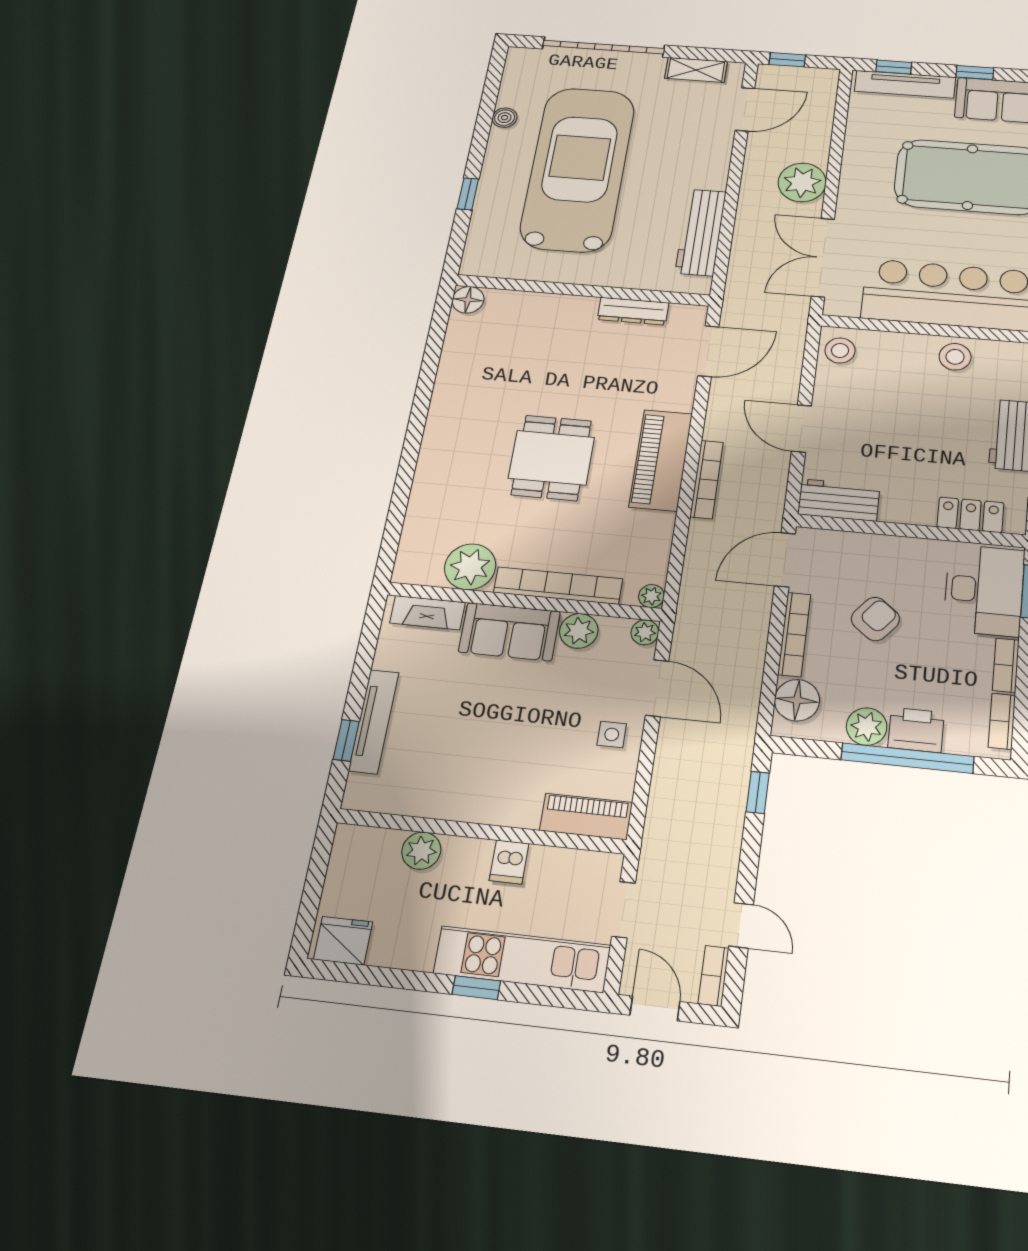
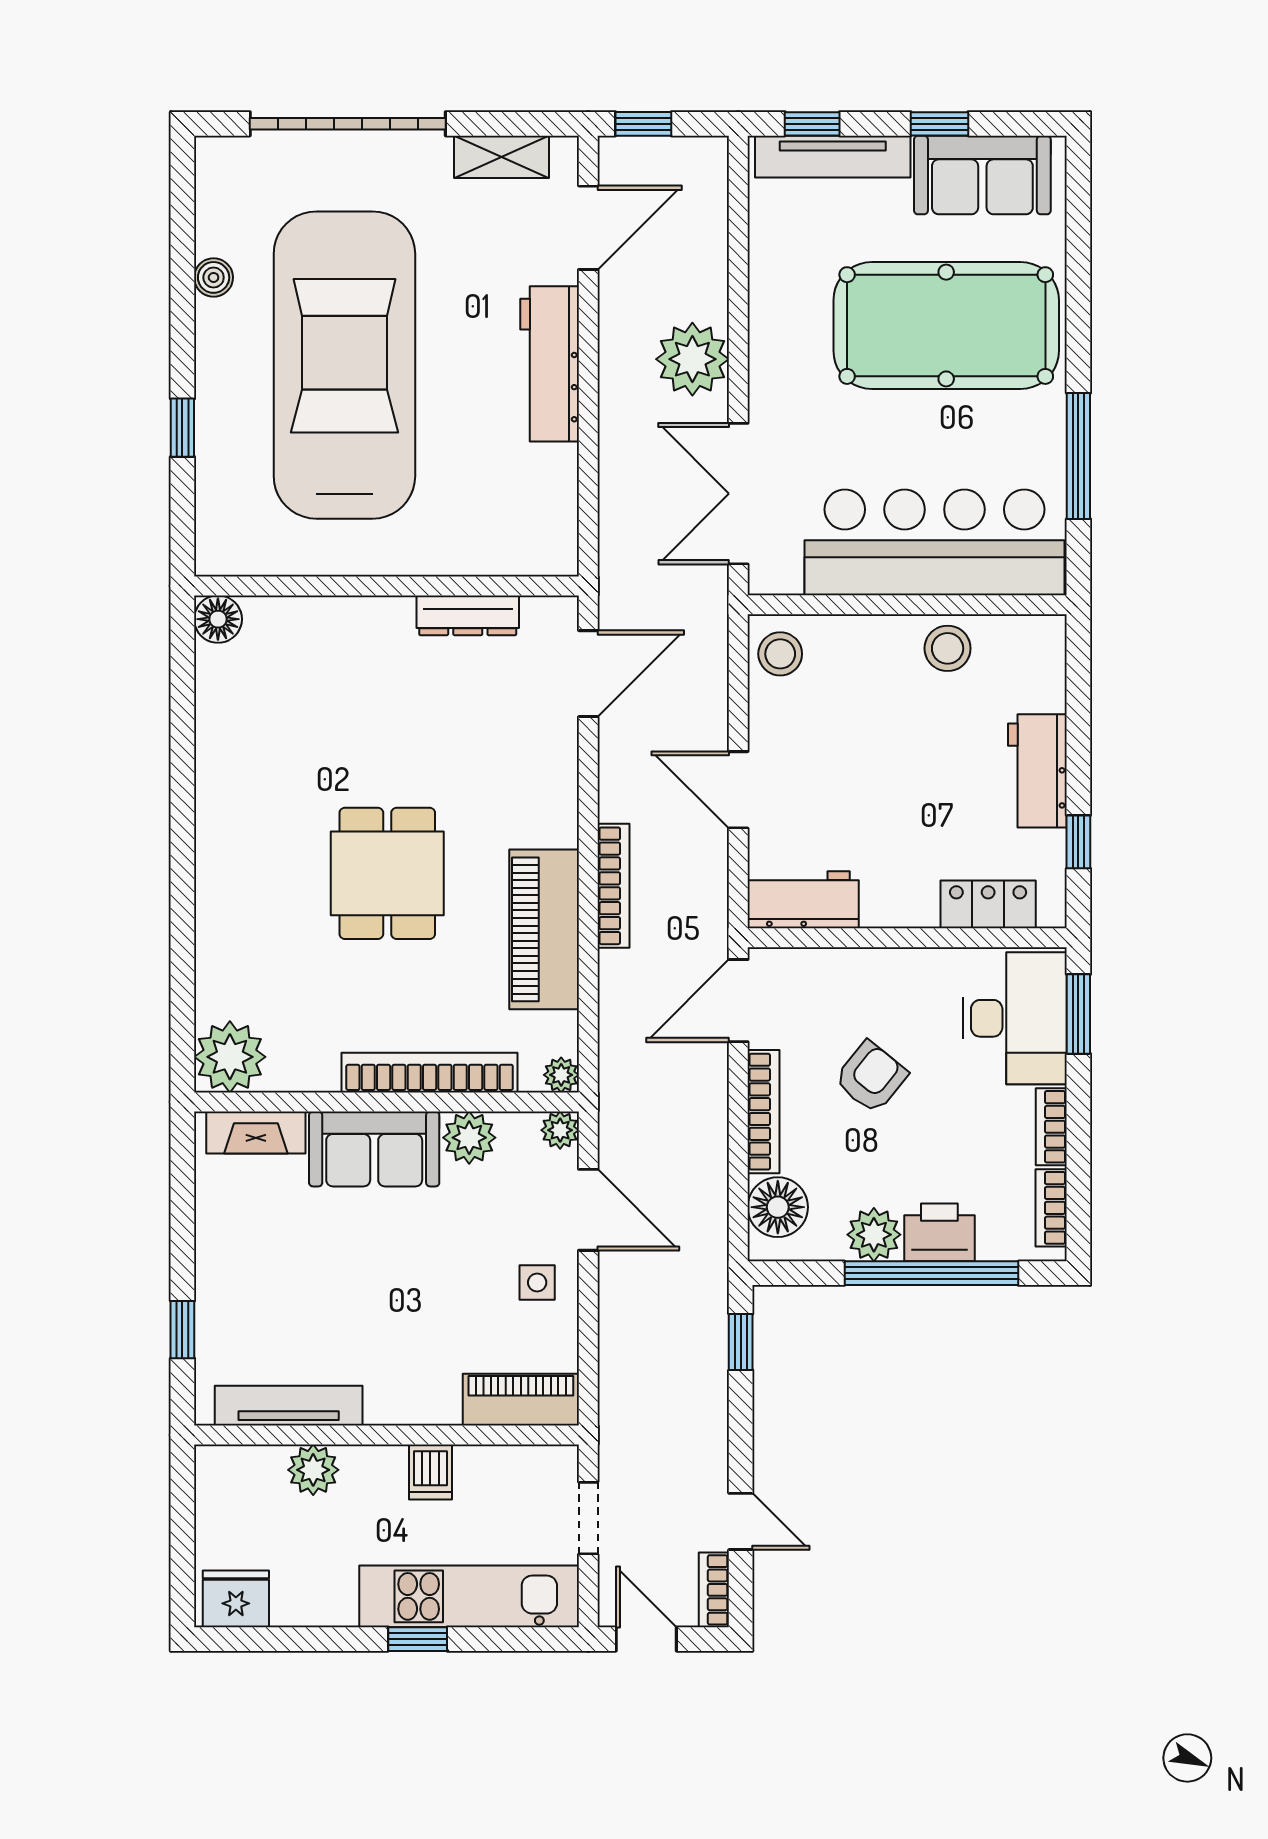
workbench: (701, 232) -> (550, 364), moved
piano: (661, 460) -> (544, 929), moved
plant: (470, 567) -> (230, 1057), moved
tv unit: (374, 721) -> (289, 1406), moved, turned -90

